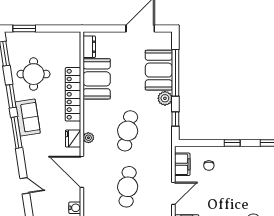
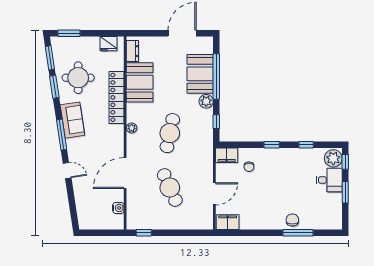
window: (11, 96) -> (54, 87), moved
plant: (88, 138) -> (132, 128), moved
fridge: (73, 139) -> (109, 44), moved, turned -90
filing cabinet: (182, 164) -> (227, 155), moved, turned 90
door: (82, 172) -> (125, 173), hinge flipped
door: (25, 186) -> (67, 171), moved
cafe table: (128, 187) -> (170, 188), turned -30

